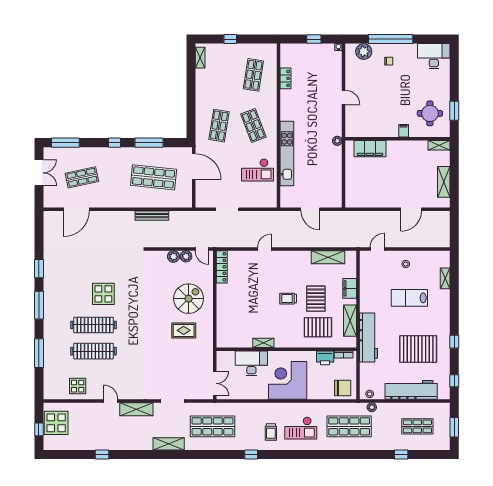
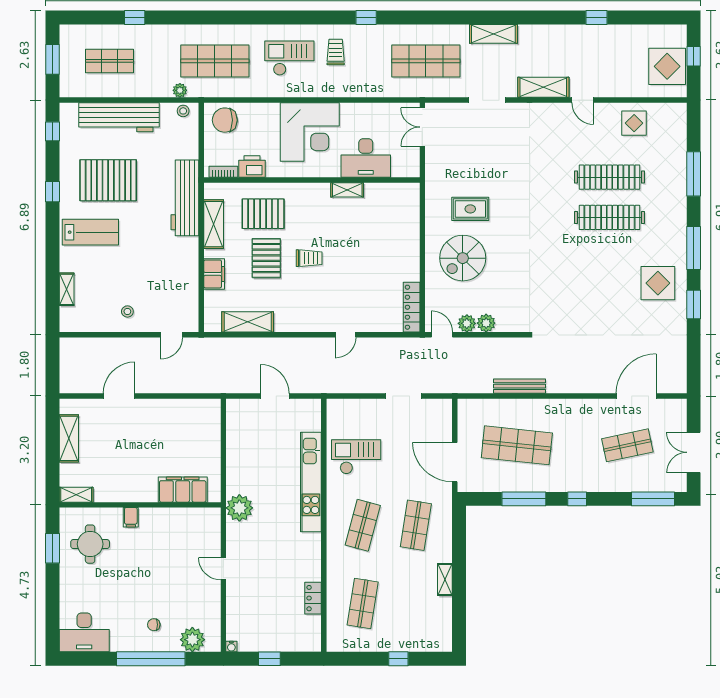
shelving: (200, 58) -> (445, 580), moved
shop shelf: (253, 126) -> (363, 525), turned 36
plant: (337, 141) -> (239, 508), width x1.88, depth x1.88
display table: (103, 294) -> (658, 283), moved
lab bench: (409, 298) -> (90, 232), moved

